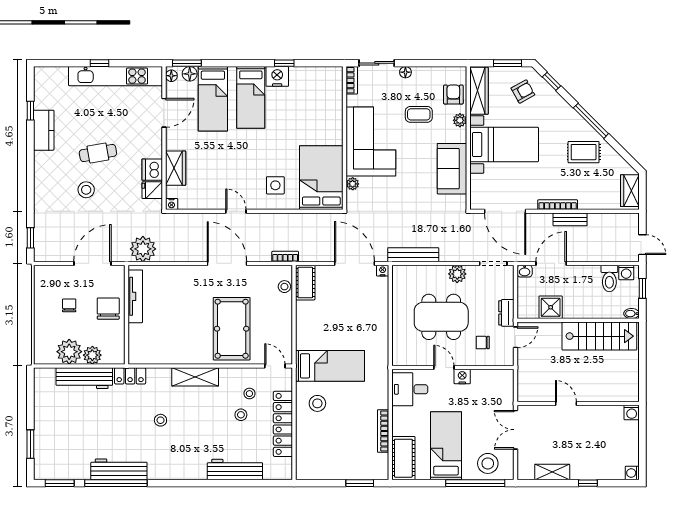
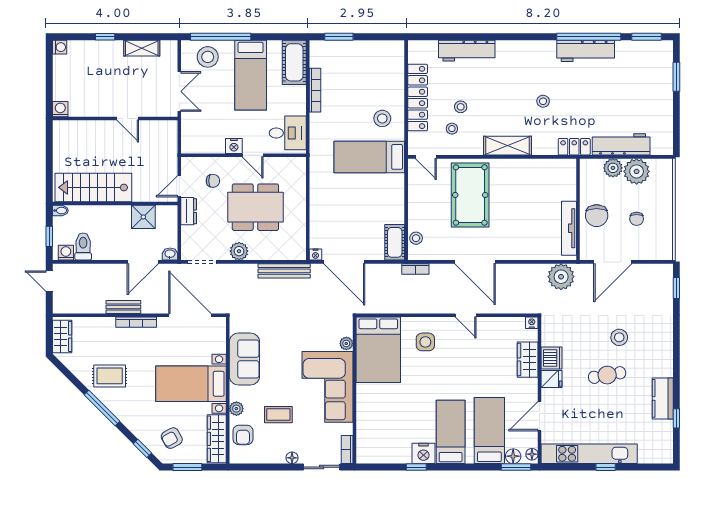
fridge: (152, 190) -> (552, 379), moved

